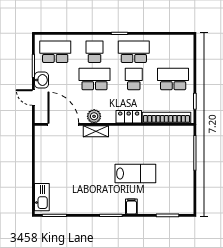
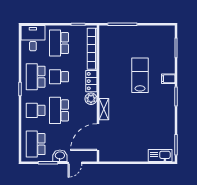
desk: (179, 49) -> (33, 38), added
plant: (94, 116) -> (91, 99), moved

